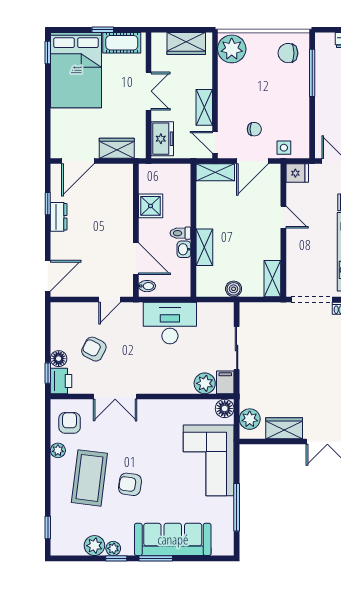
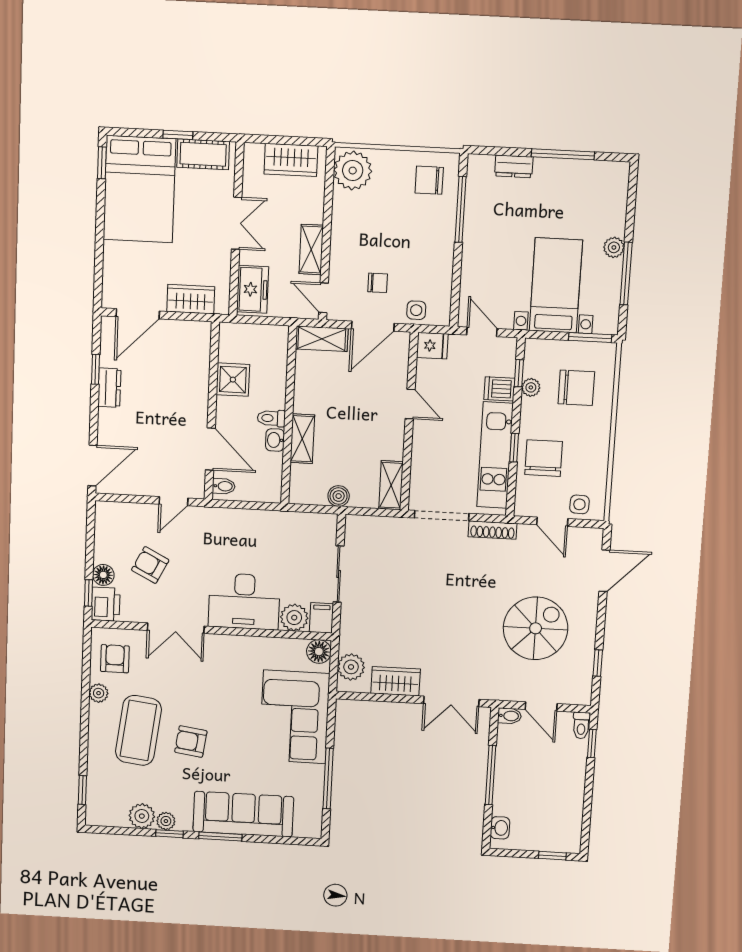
desk: (170, 323) -> (244, 601), moved, turned 180

